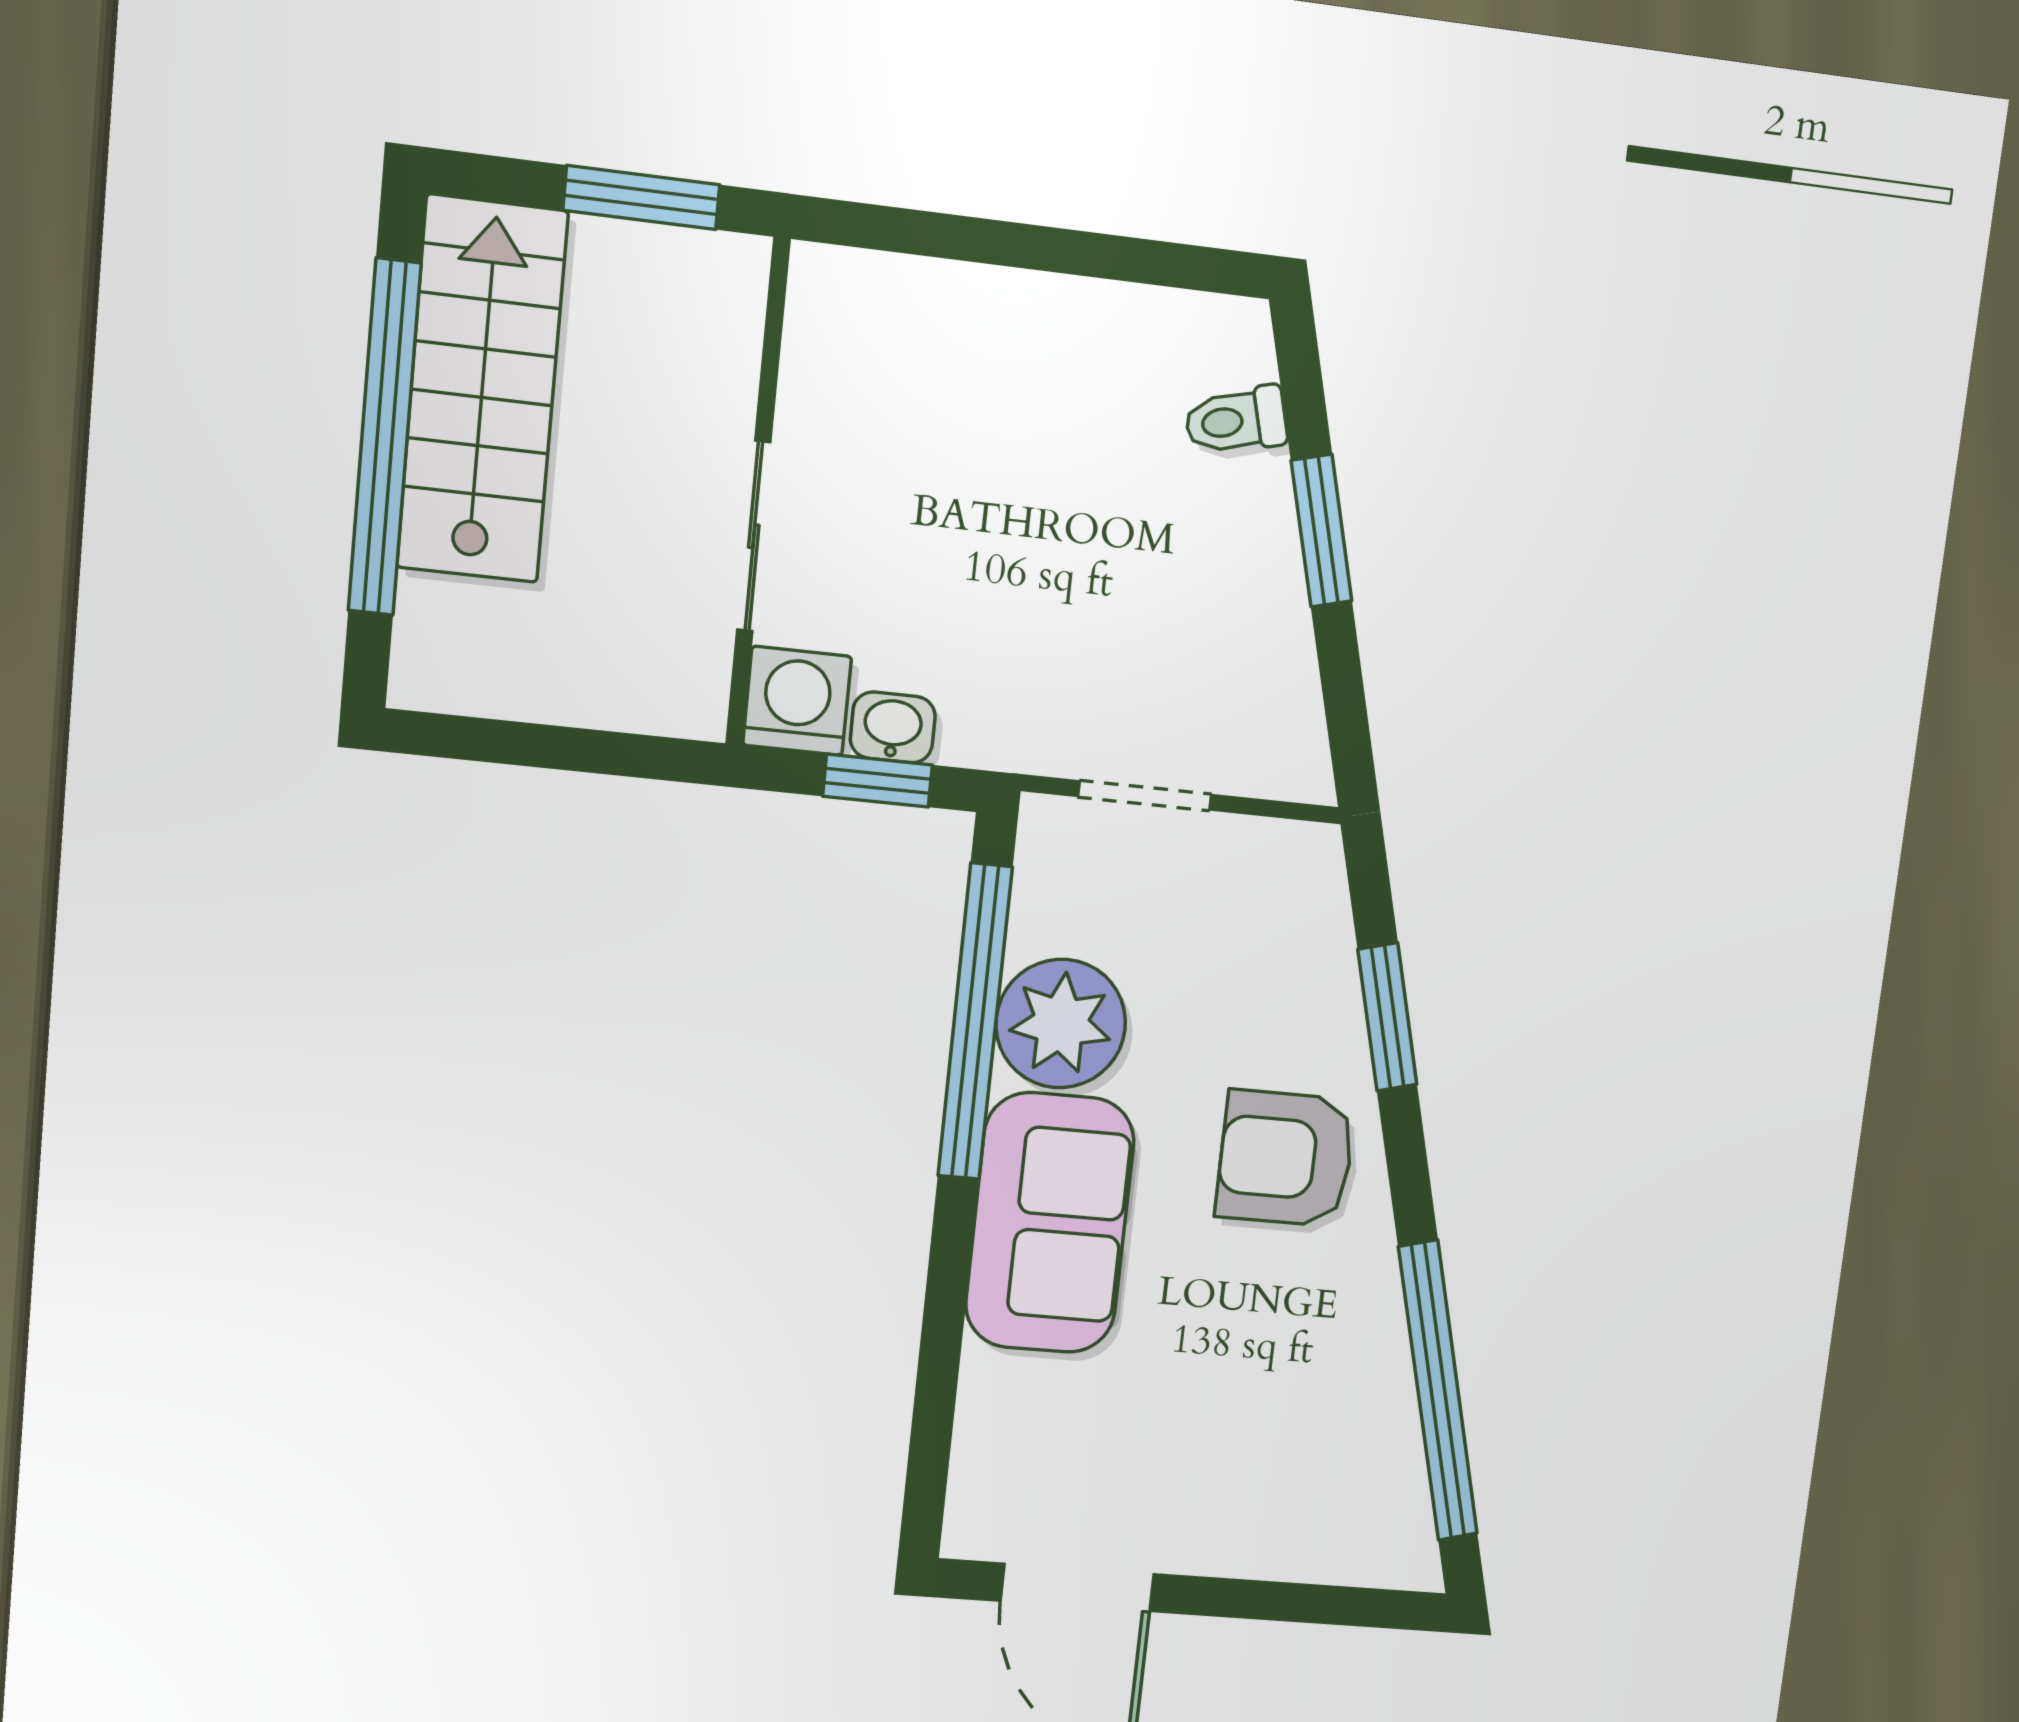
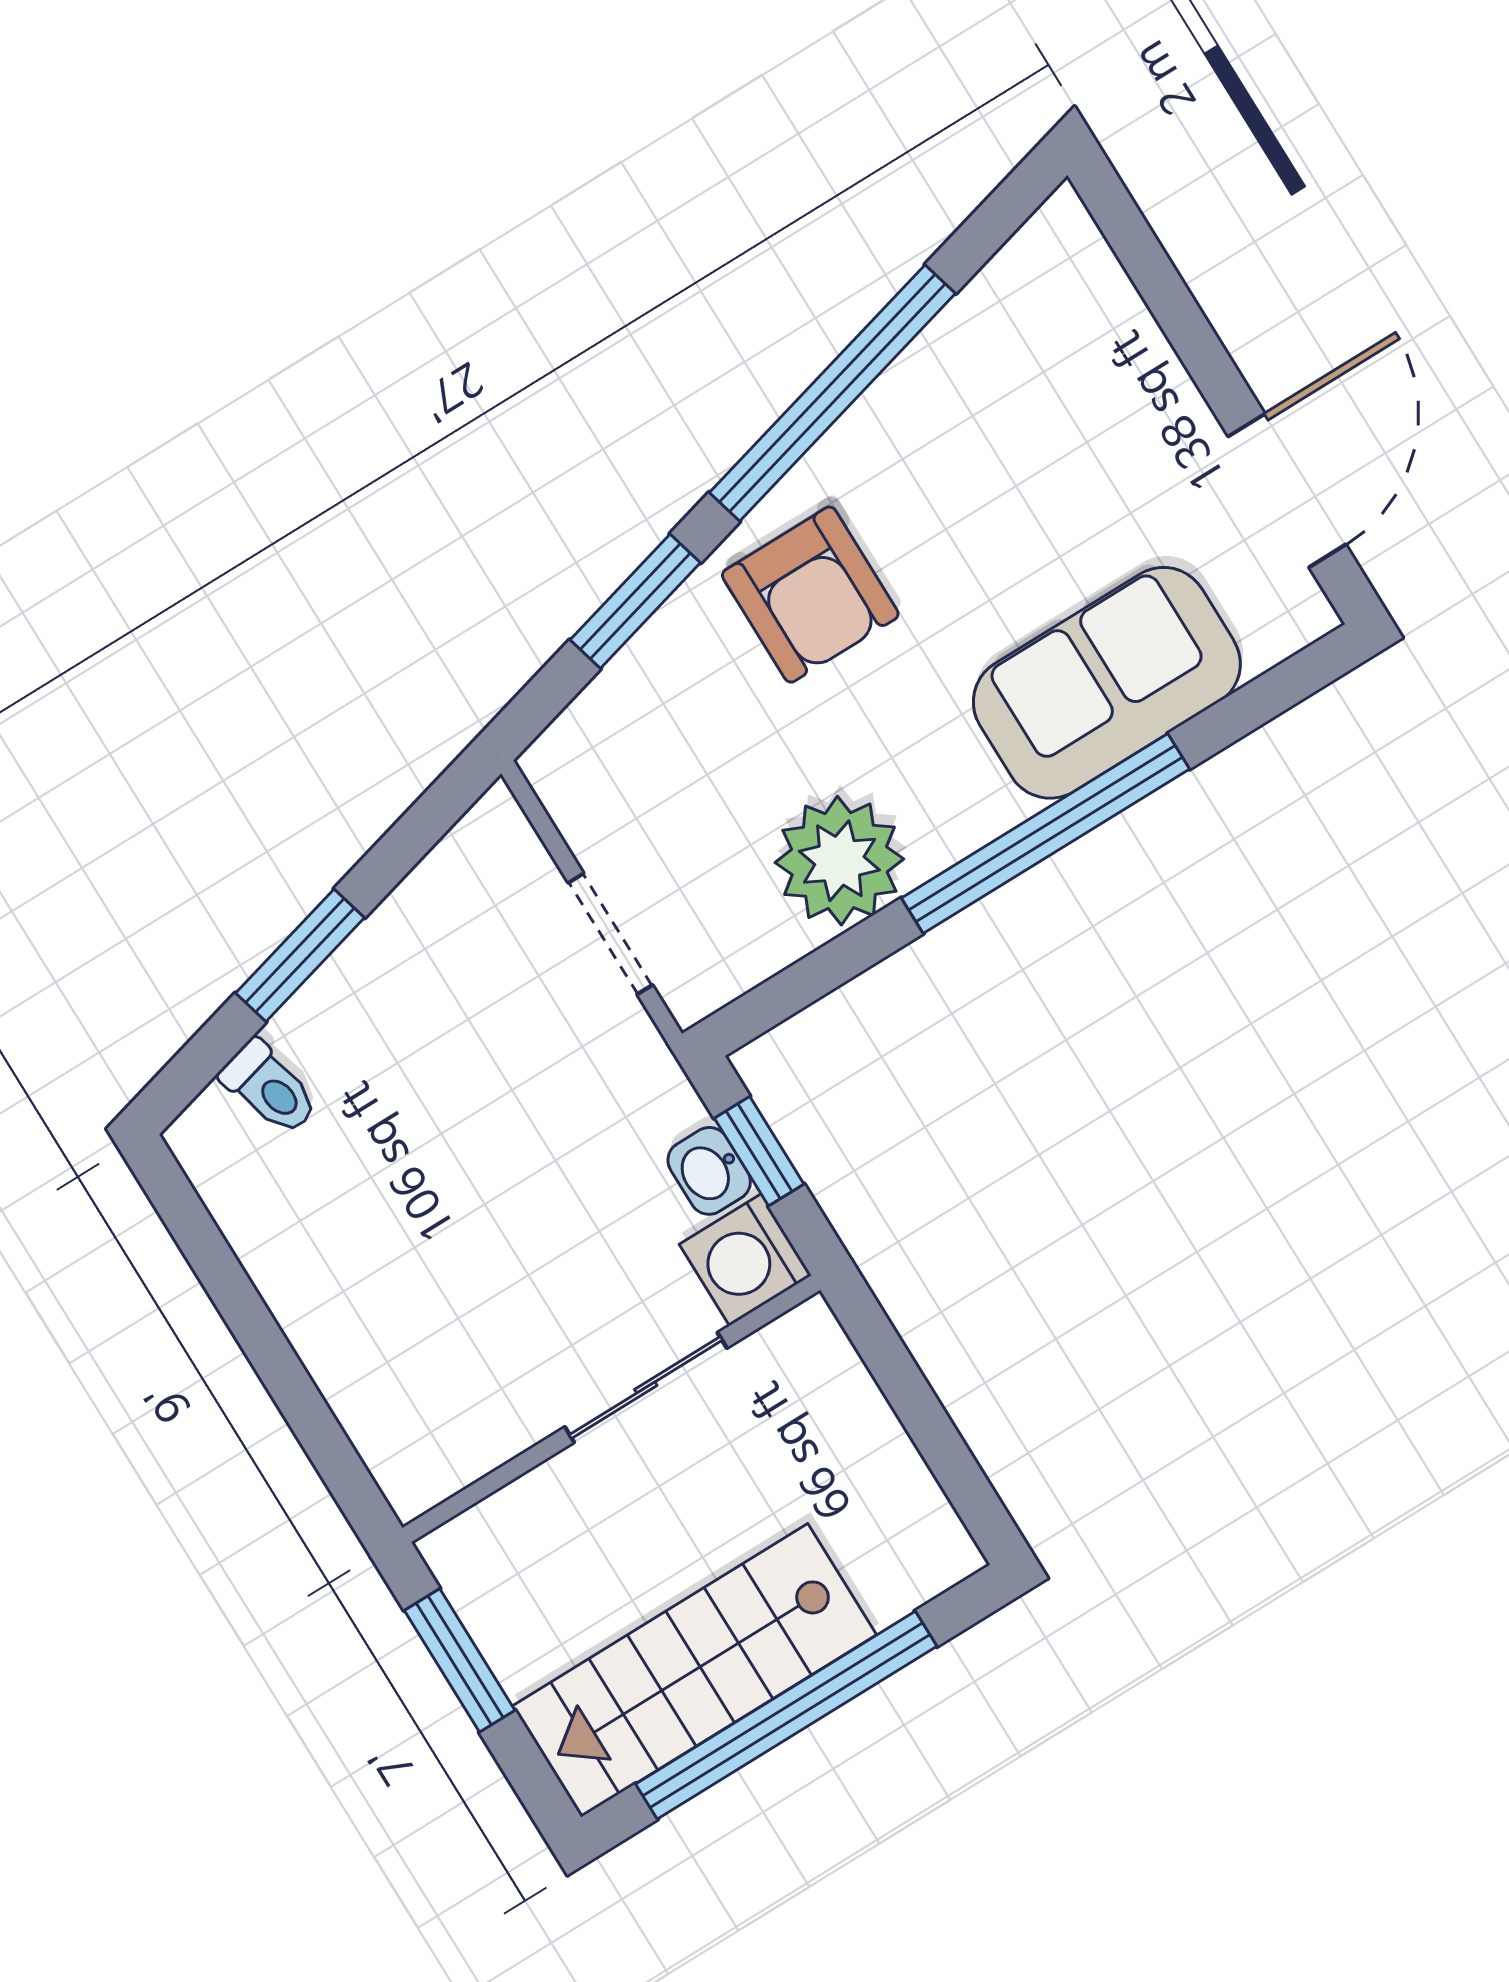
window: (975, 1022) -> (1046, 834), moved
sofa: (1050, 1223) -> (1107, 683), moved
window: (1438, 1391) -> (832, 393), moved

